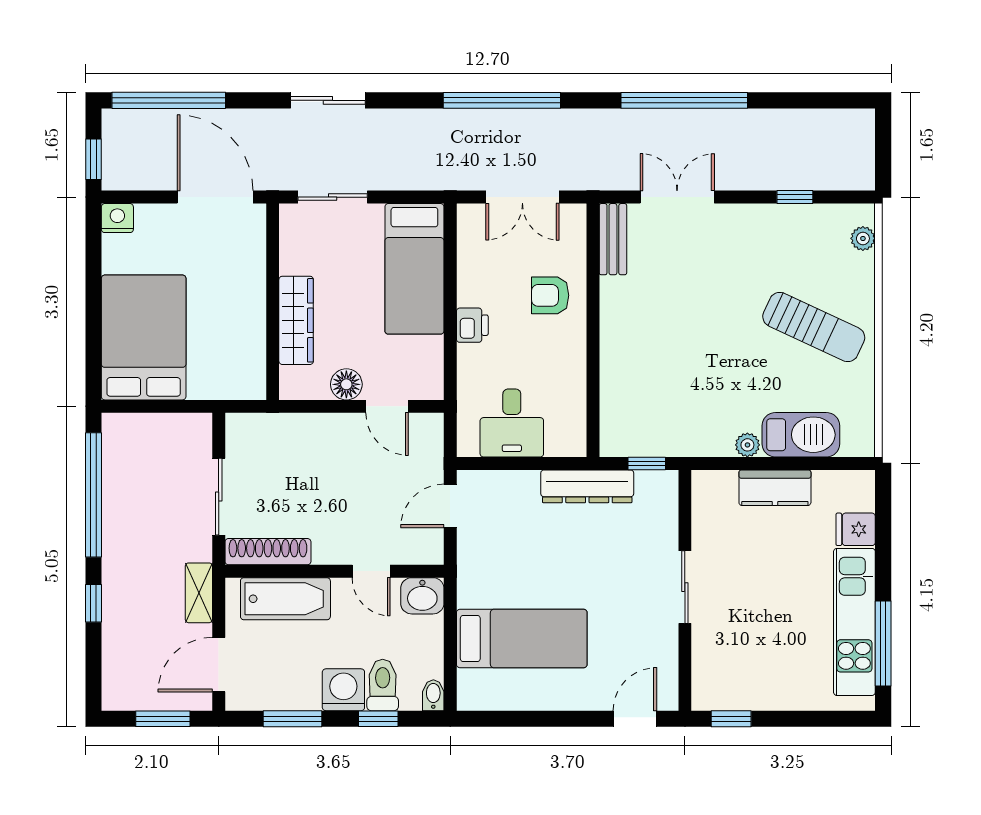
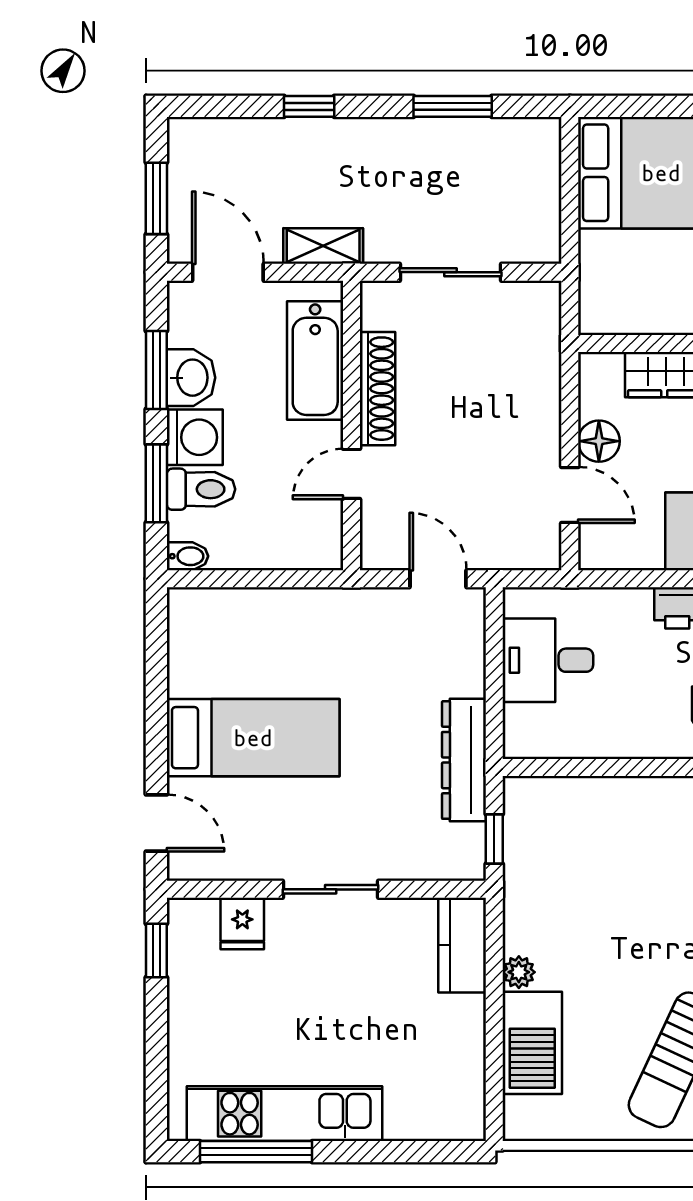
door: (387, 406) -> (570, 495), swing flipped
kitchen counter: (775, 488) -> (462, 945), moved
window: (93, 495) -> (453, 106), width x0.47
fridge: (856, 529) -> (242, 924), moved, turned 180
shoe rack: (268, 552) -> (377, 389), moved
washbasin: (422, 596) -> (191, 378), moved, turned 180
bed: (522, 639) -> (253, 738), moved, turned -90
window: (378, 719) -> (156, 483), width x1.50

